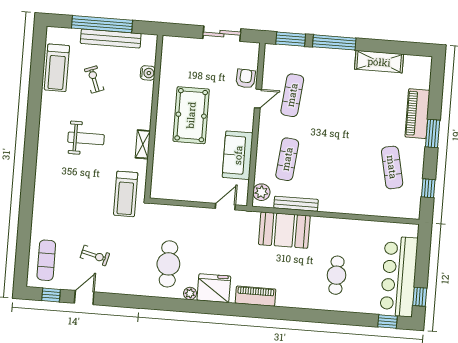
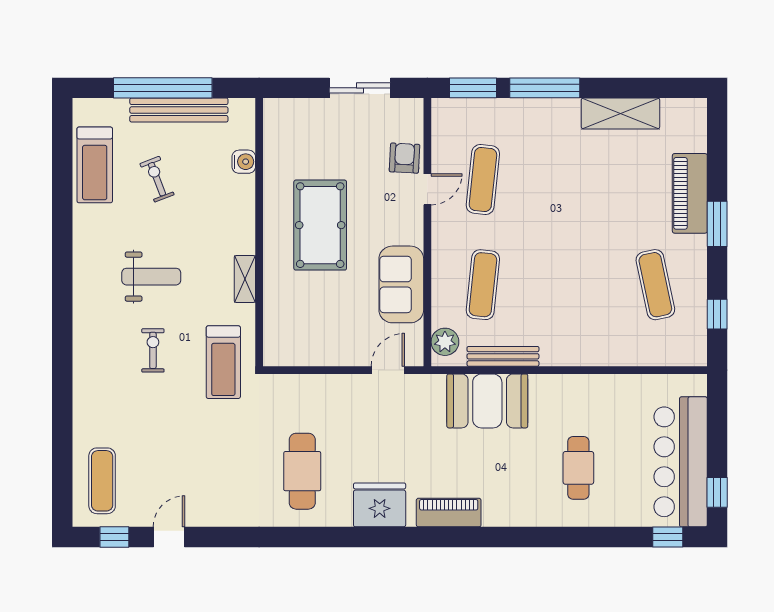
exercise bike: (95, 256) -> (153, 350), moved, turned -104
plant: (190, 293) -> (341, 517), removed

